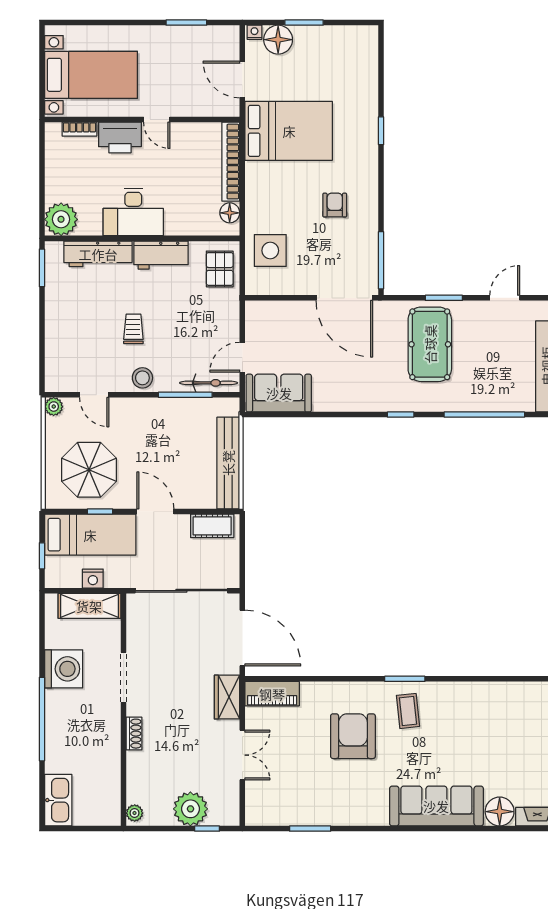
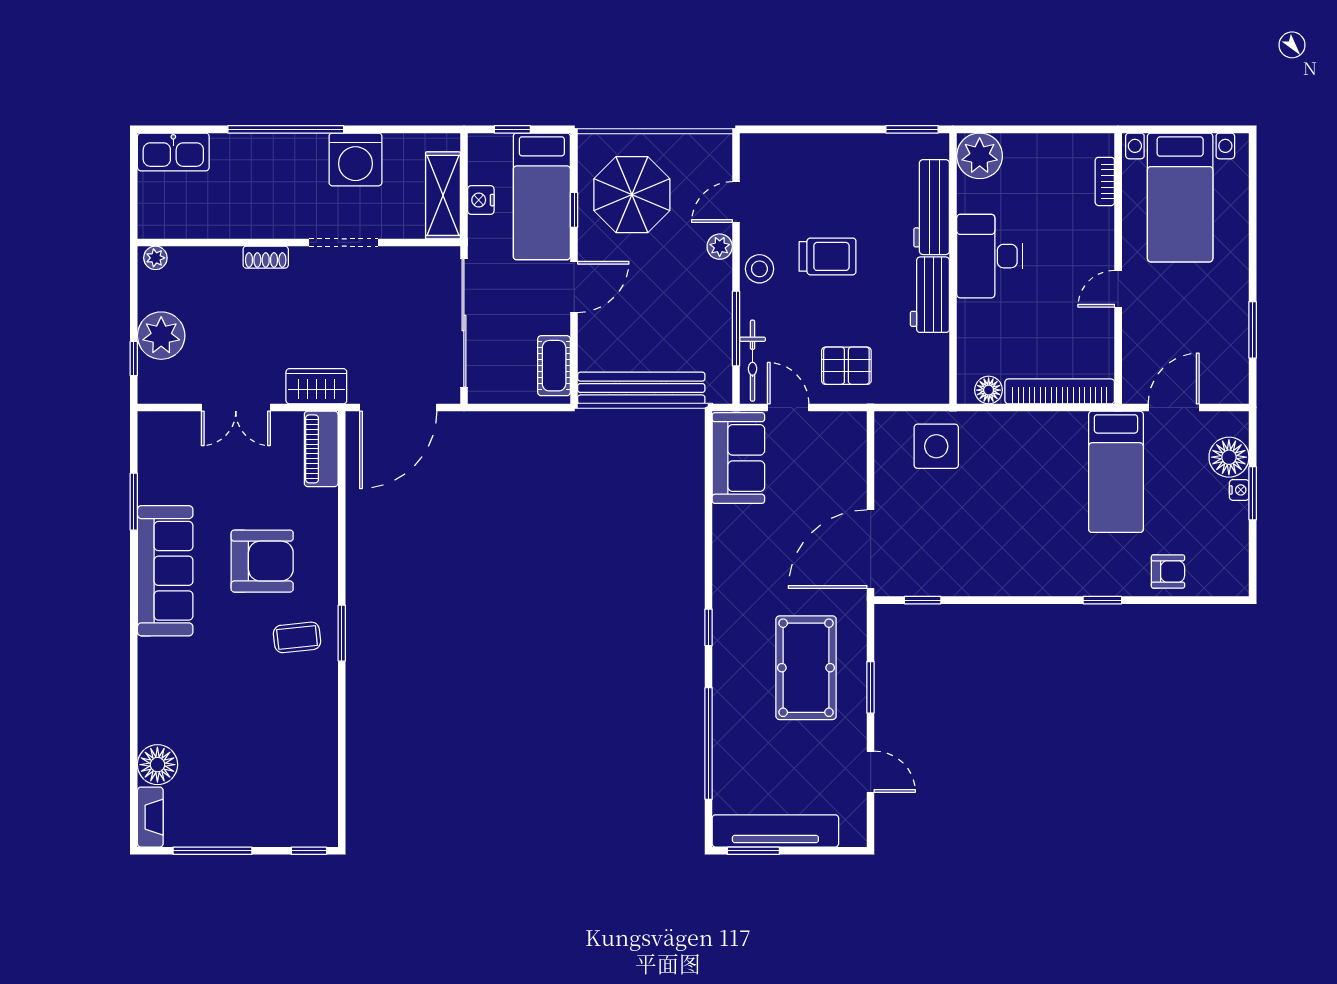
nightstand: (254, 32) -> (1239, 490), moved
bed: (289, 131) -> (1116, 472), width x0.67
printer: (120, 137) -> (1093, 238), removed
armchair: (335, 205) -> (1168, 572), moved
window: (381, 260) -> (923, 600), width x0.46
pallet: (220, 269) -> (846, 366), moved
trolley: (133, 329) -> (828, 256), width x1.36, depth x1.39
pool table: (430, 344) -> (806, 668), turned 90
plant: (54, 407) -> (720, 247), moved
sofa: (436, 806) -> (165, 571), moved

